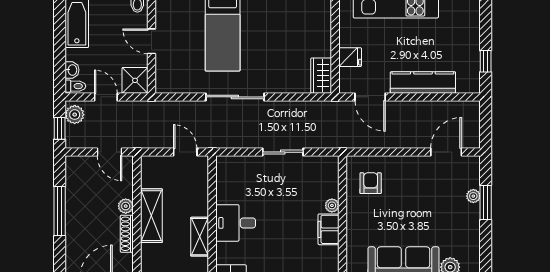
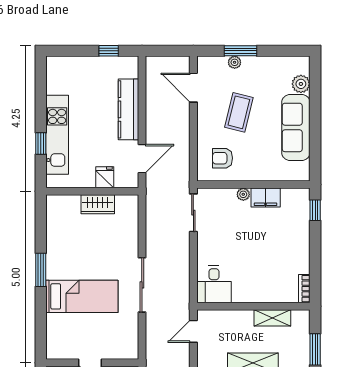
wardrobe: (321, 76) -> (98, 204), moved
sliding door: (283, 152) -> (193, 213), moved
coffee table: (420, 201) -> (239, 112), added
desk: (236, 223) -> (214, 284), moved

